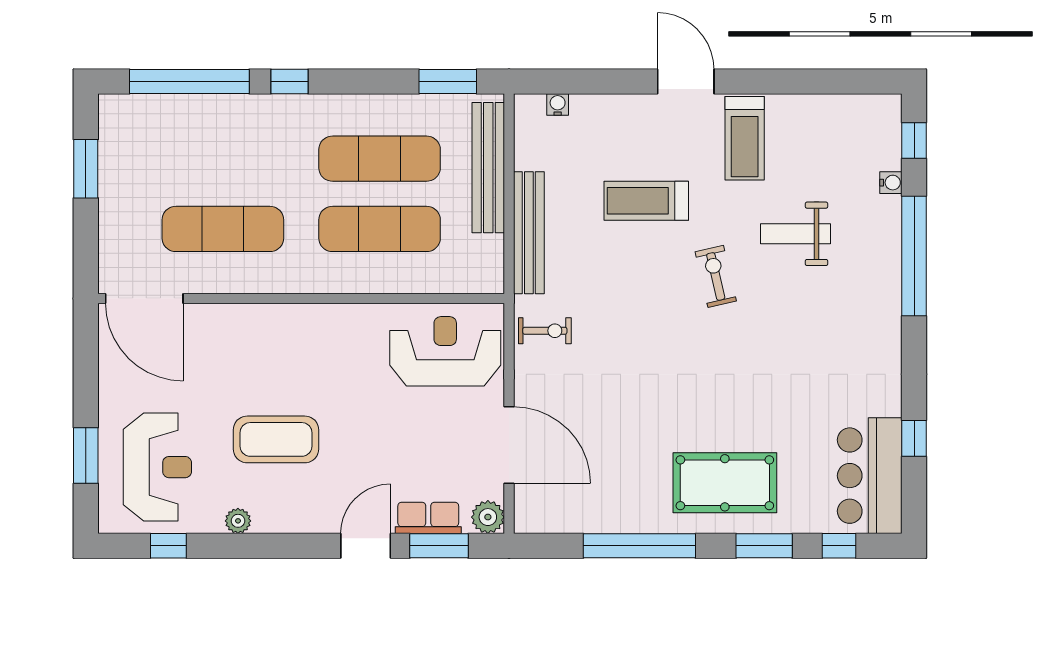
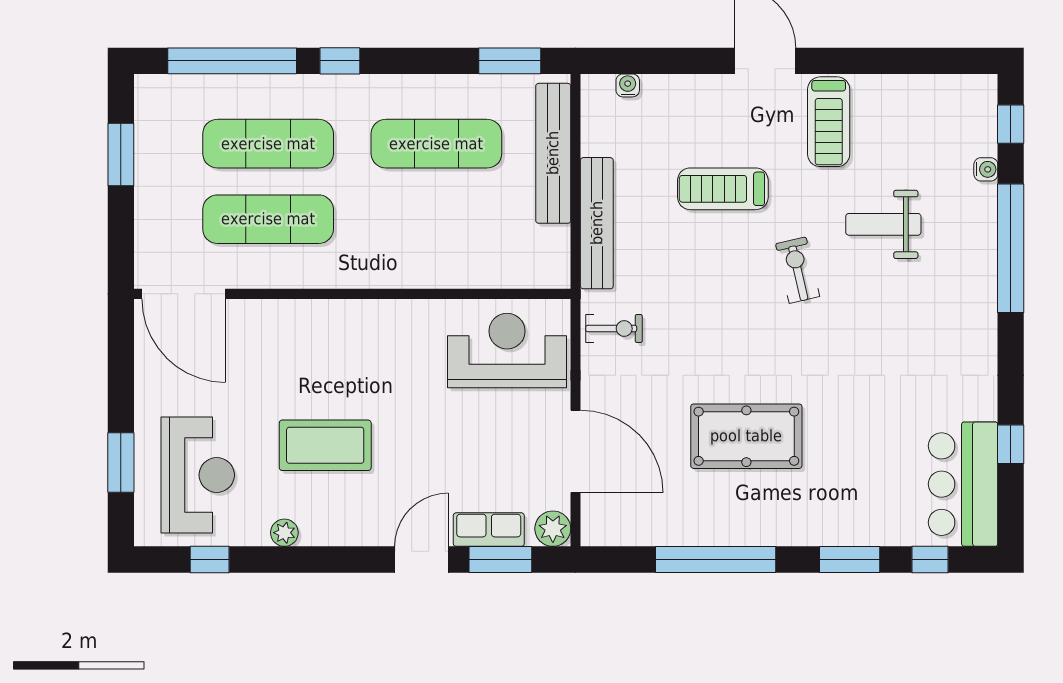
exercise mat: (380, 229) -> (268, 144), moved
pool table: (725, 483) -> (746, 436), moved

